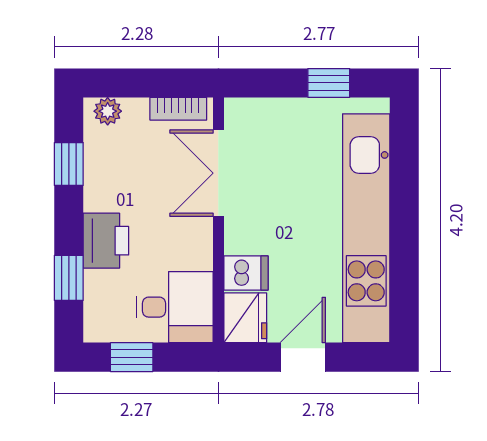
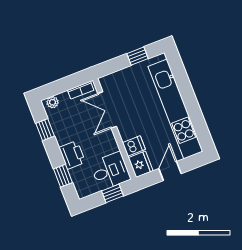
window: (132, 357) -> (112, 193), moved

